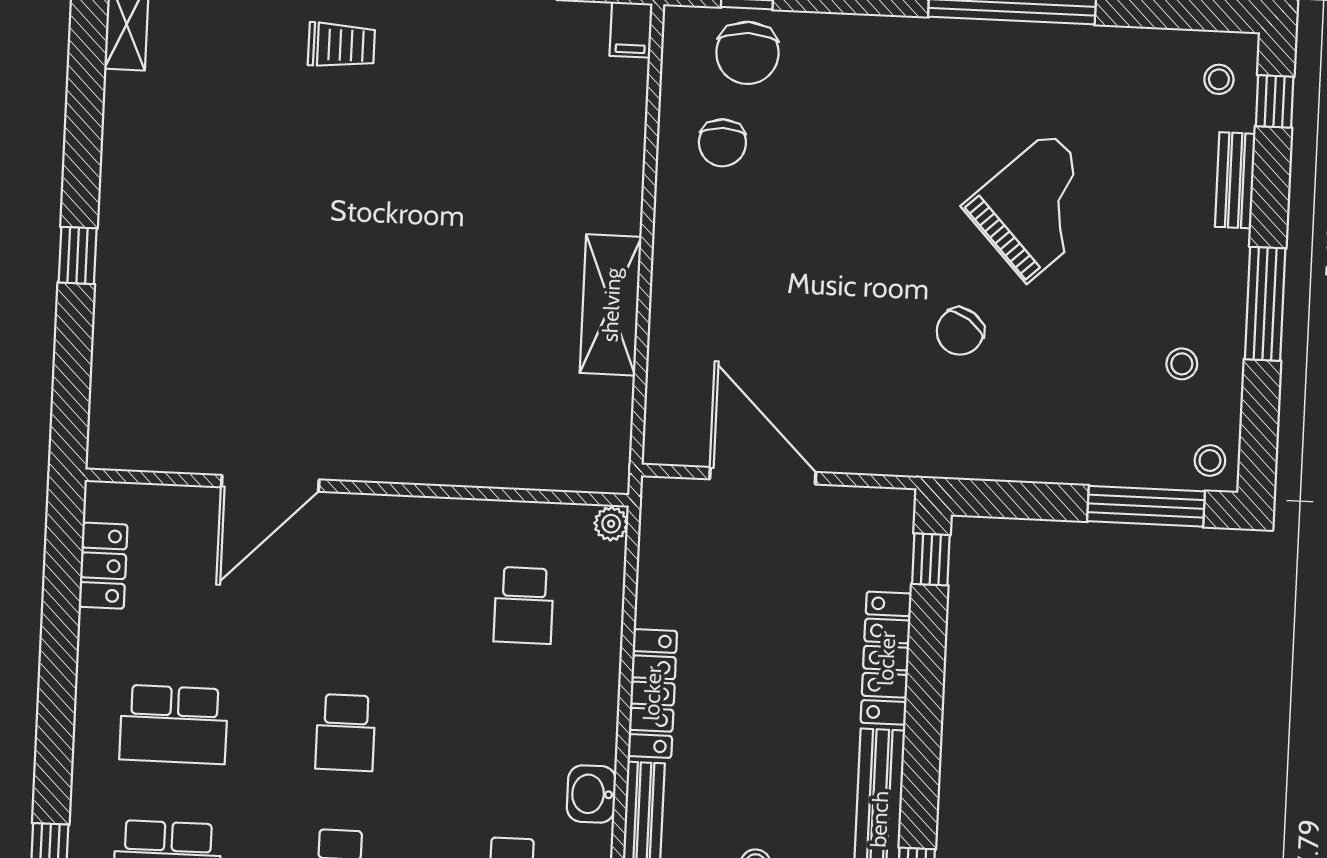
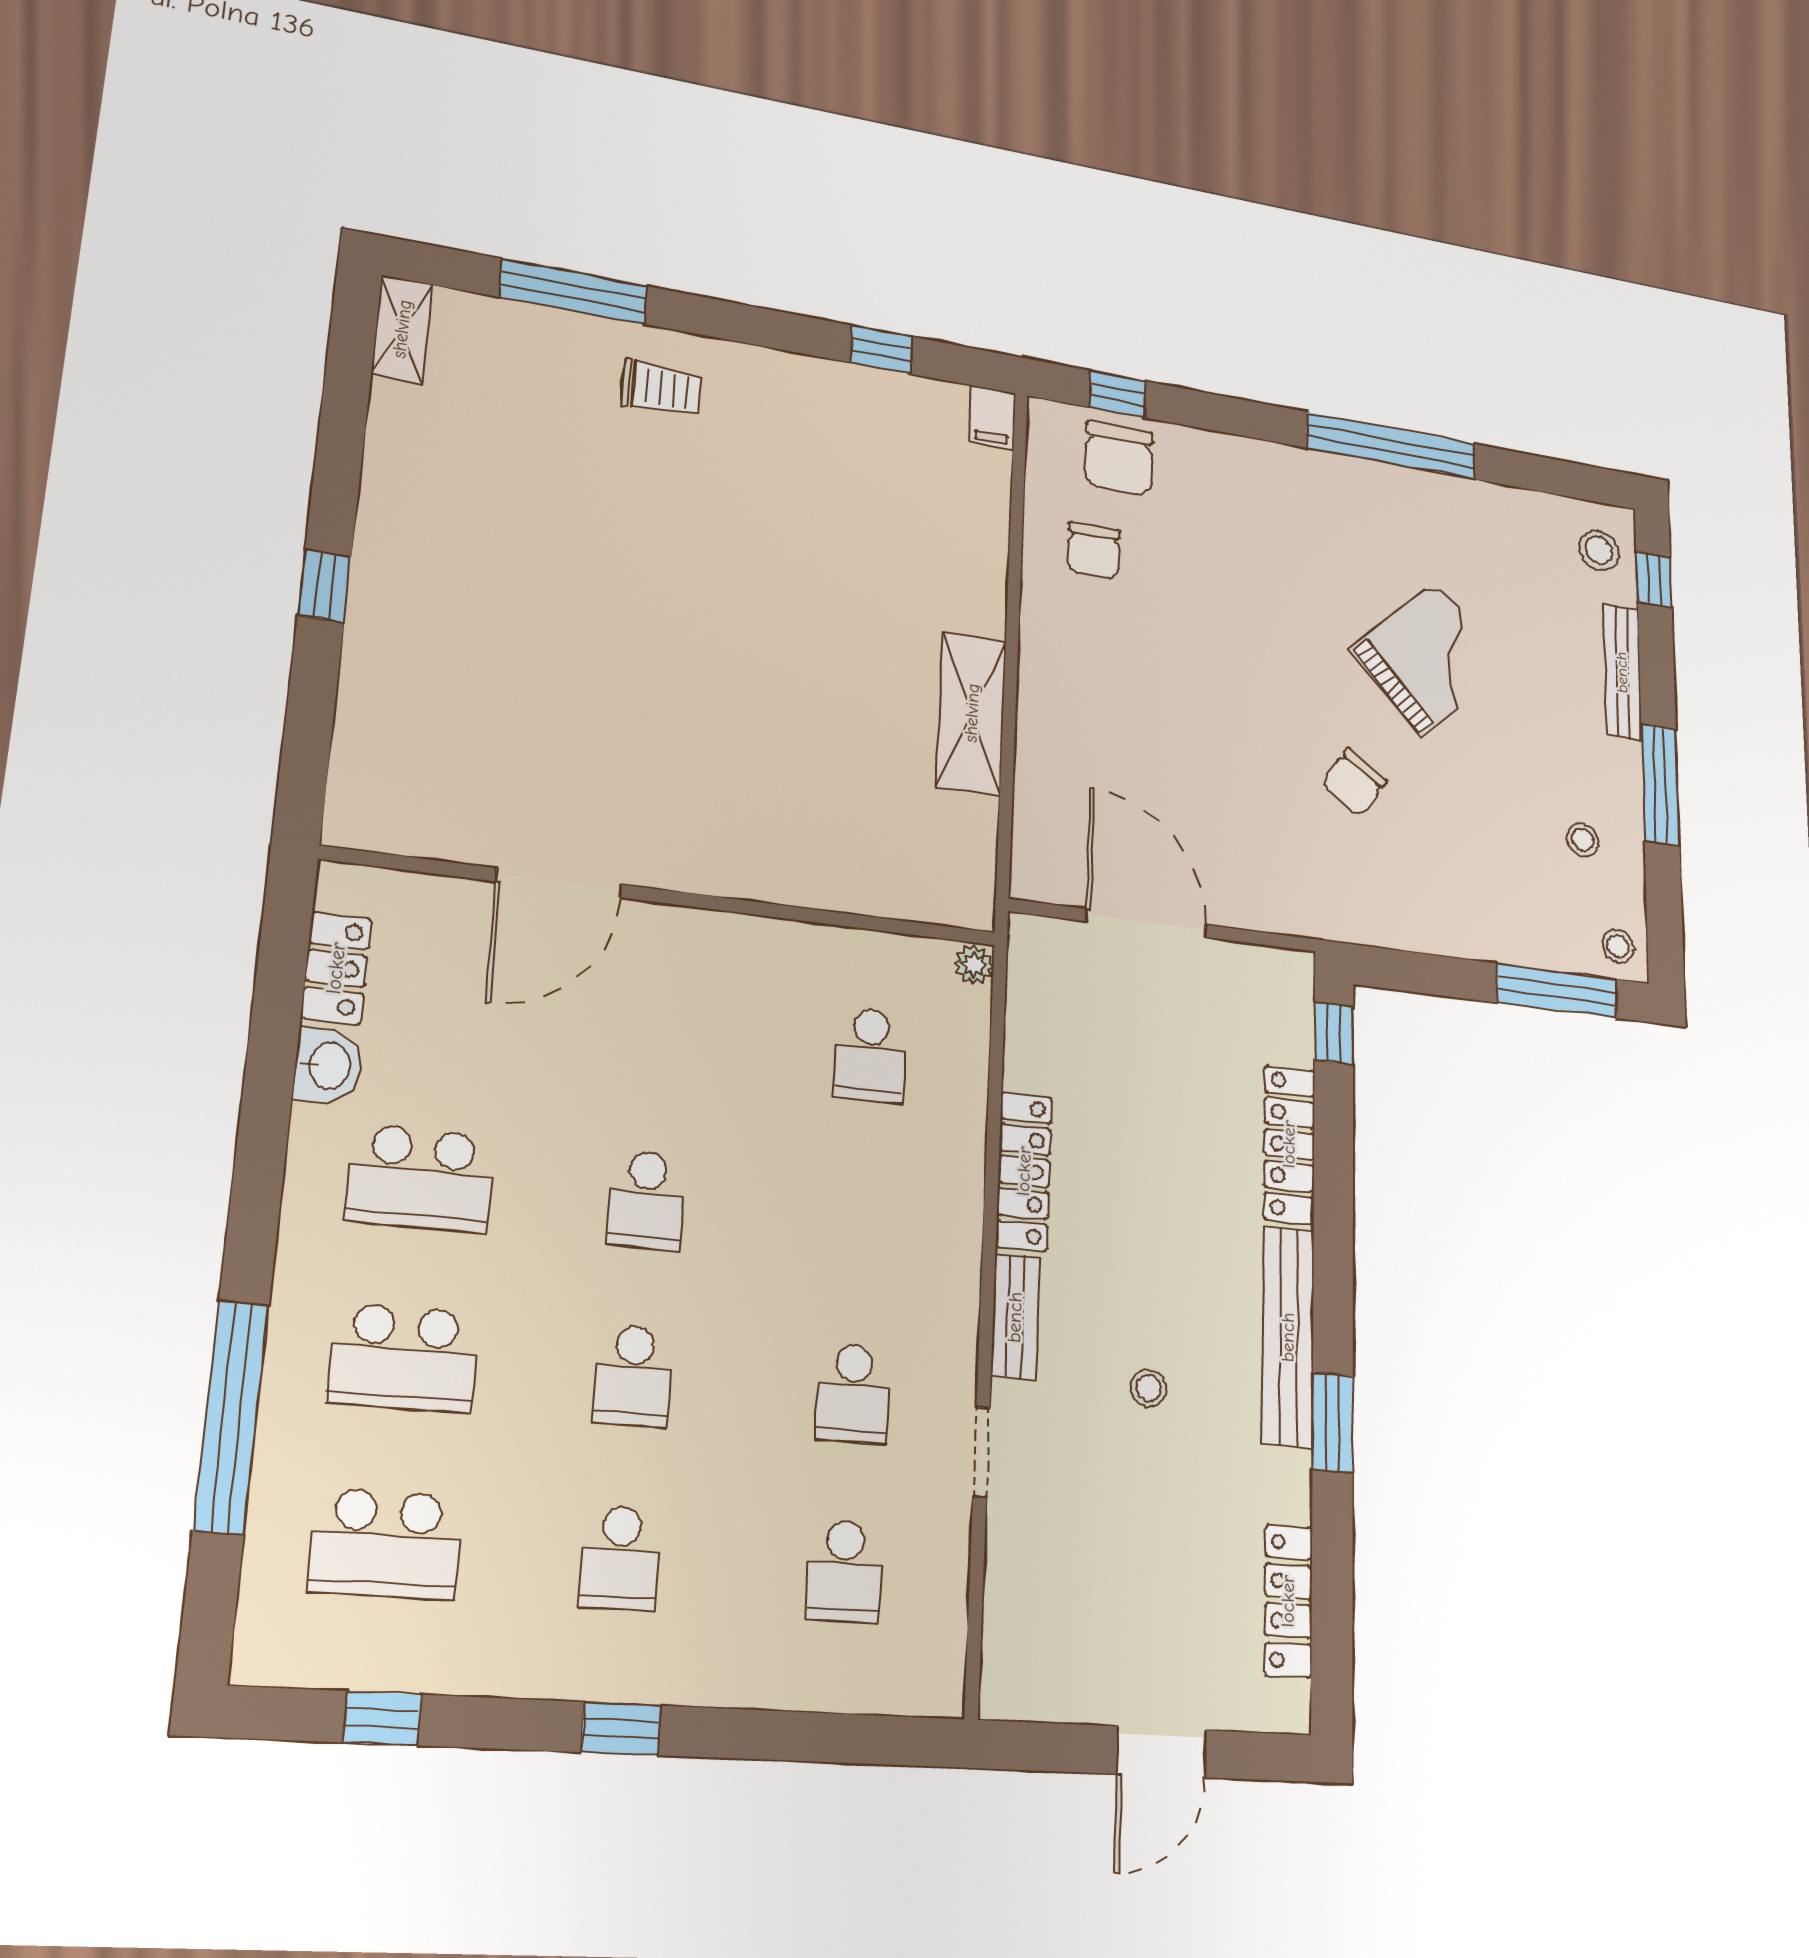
stool: (1219, 79) -> (1599, 550), width x1.37, depth x1.37
bench: (1235, 180) -> (1622, 672), width x1.36
washbasin: (591, 794) -> (328, 1066), moved, turned 180

